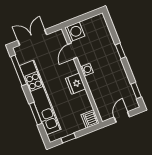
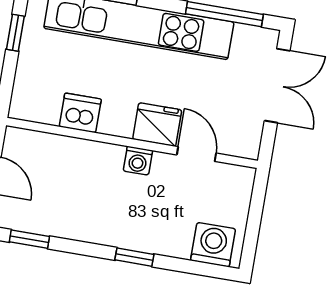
washing machine: (75, 32) -> (213, 245), moved, turned 180
fridge: (75, 84) -> (157, 125), moved
dishwasher: (90, 119) -> (80, 113), moved

